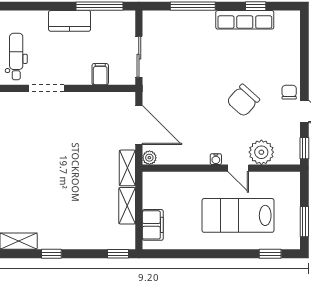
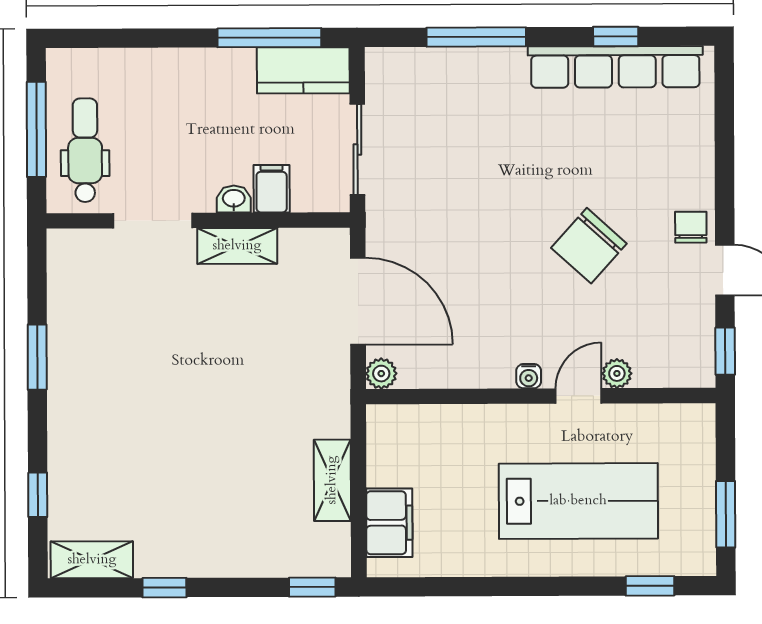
row of seats: (245, 20) -> (615, 67), width x1.36
kitchen counter: (70, 21) -> (303, 70), moved
washbasin: (83, 79) -> (234, 199), added
plant: (261, 152) -> (617, 373), width x0.53, depth x0.53
shelving: (127, 168) -> (237, 246), moved, turned 90
door: (238, 168) -> (579, 396), swing flipped
lab bench: (238, 215) -> (578, 501), turned 180

